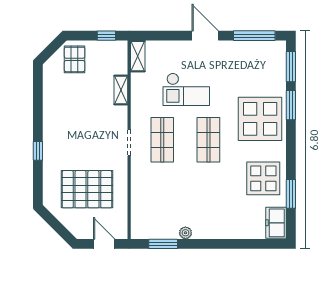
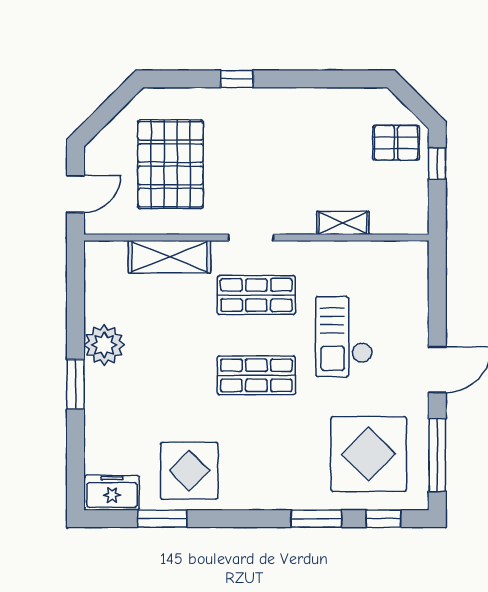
window: (106, 36) -> (437, 163), moved
shelving: (138, 56) -> (169, 257), moved, width x1.50, depth x1.33
window: (291, 67) -> (384, 519), width x0.67
display table: (260, 119) -> (369, 454), moved
plant: (185, 233) -> (104, 345), width x1.87, depth x1.87
window: (163, 244) -> (75, 384), moved

